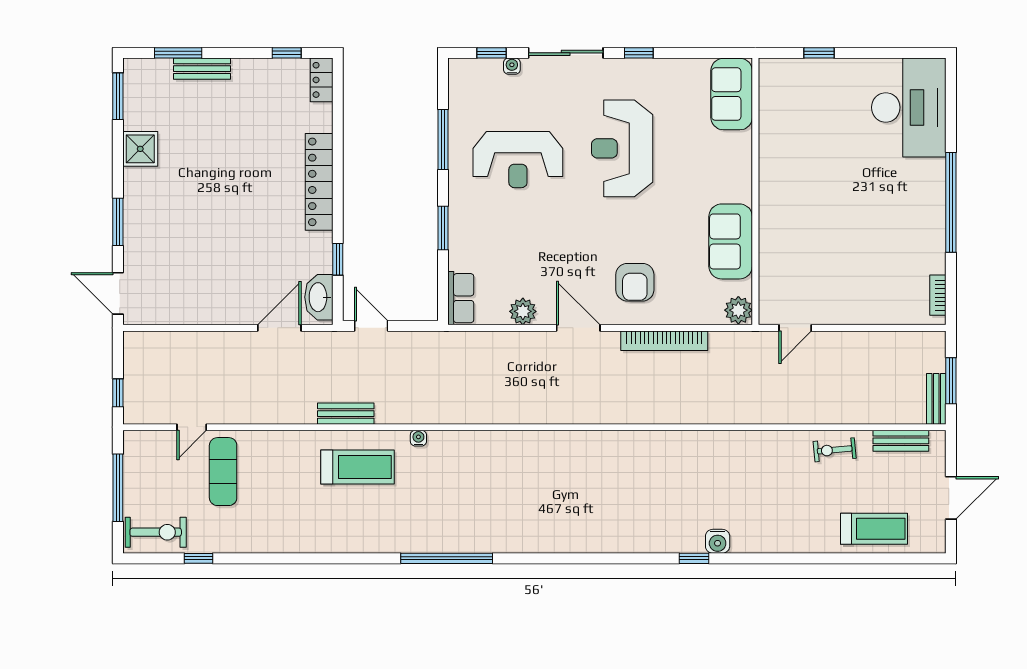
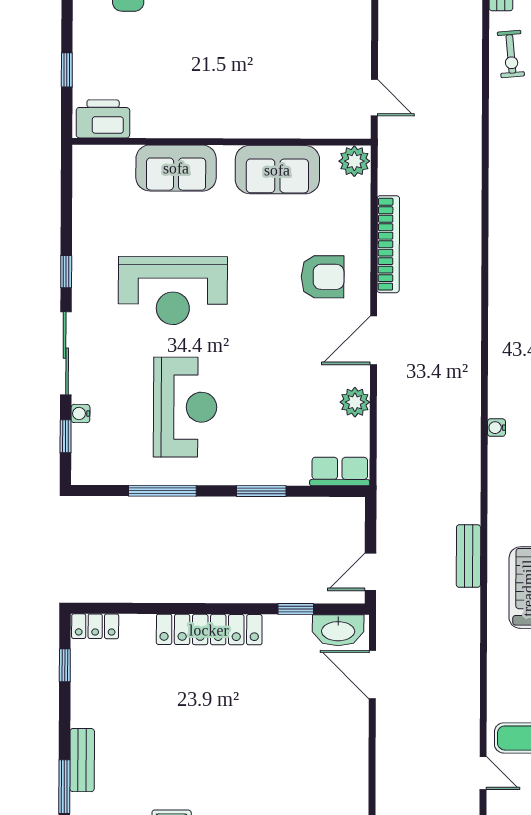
printer: (775, 85) -> (103, 119), added
sofa: (732, 94) -> (176, 168), moved
bench: (346, 414) -> (468, 556), moved
water cooler: (418, 438) -> (496, 428), moved

